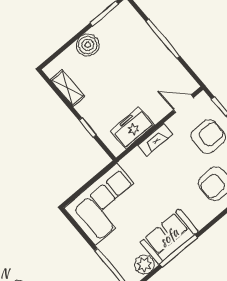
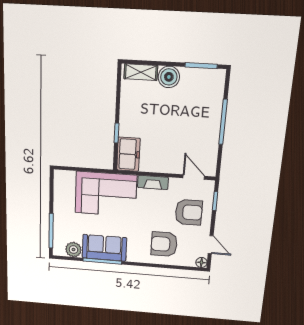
shelving: (67, 88) -> (141, 72), moved, turned 90
freezer: (133, 128) -> (128, 154), moved, turned 90
corner sofa: (106, 204) -> (106, 194), moved

